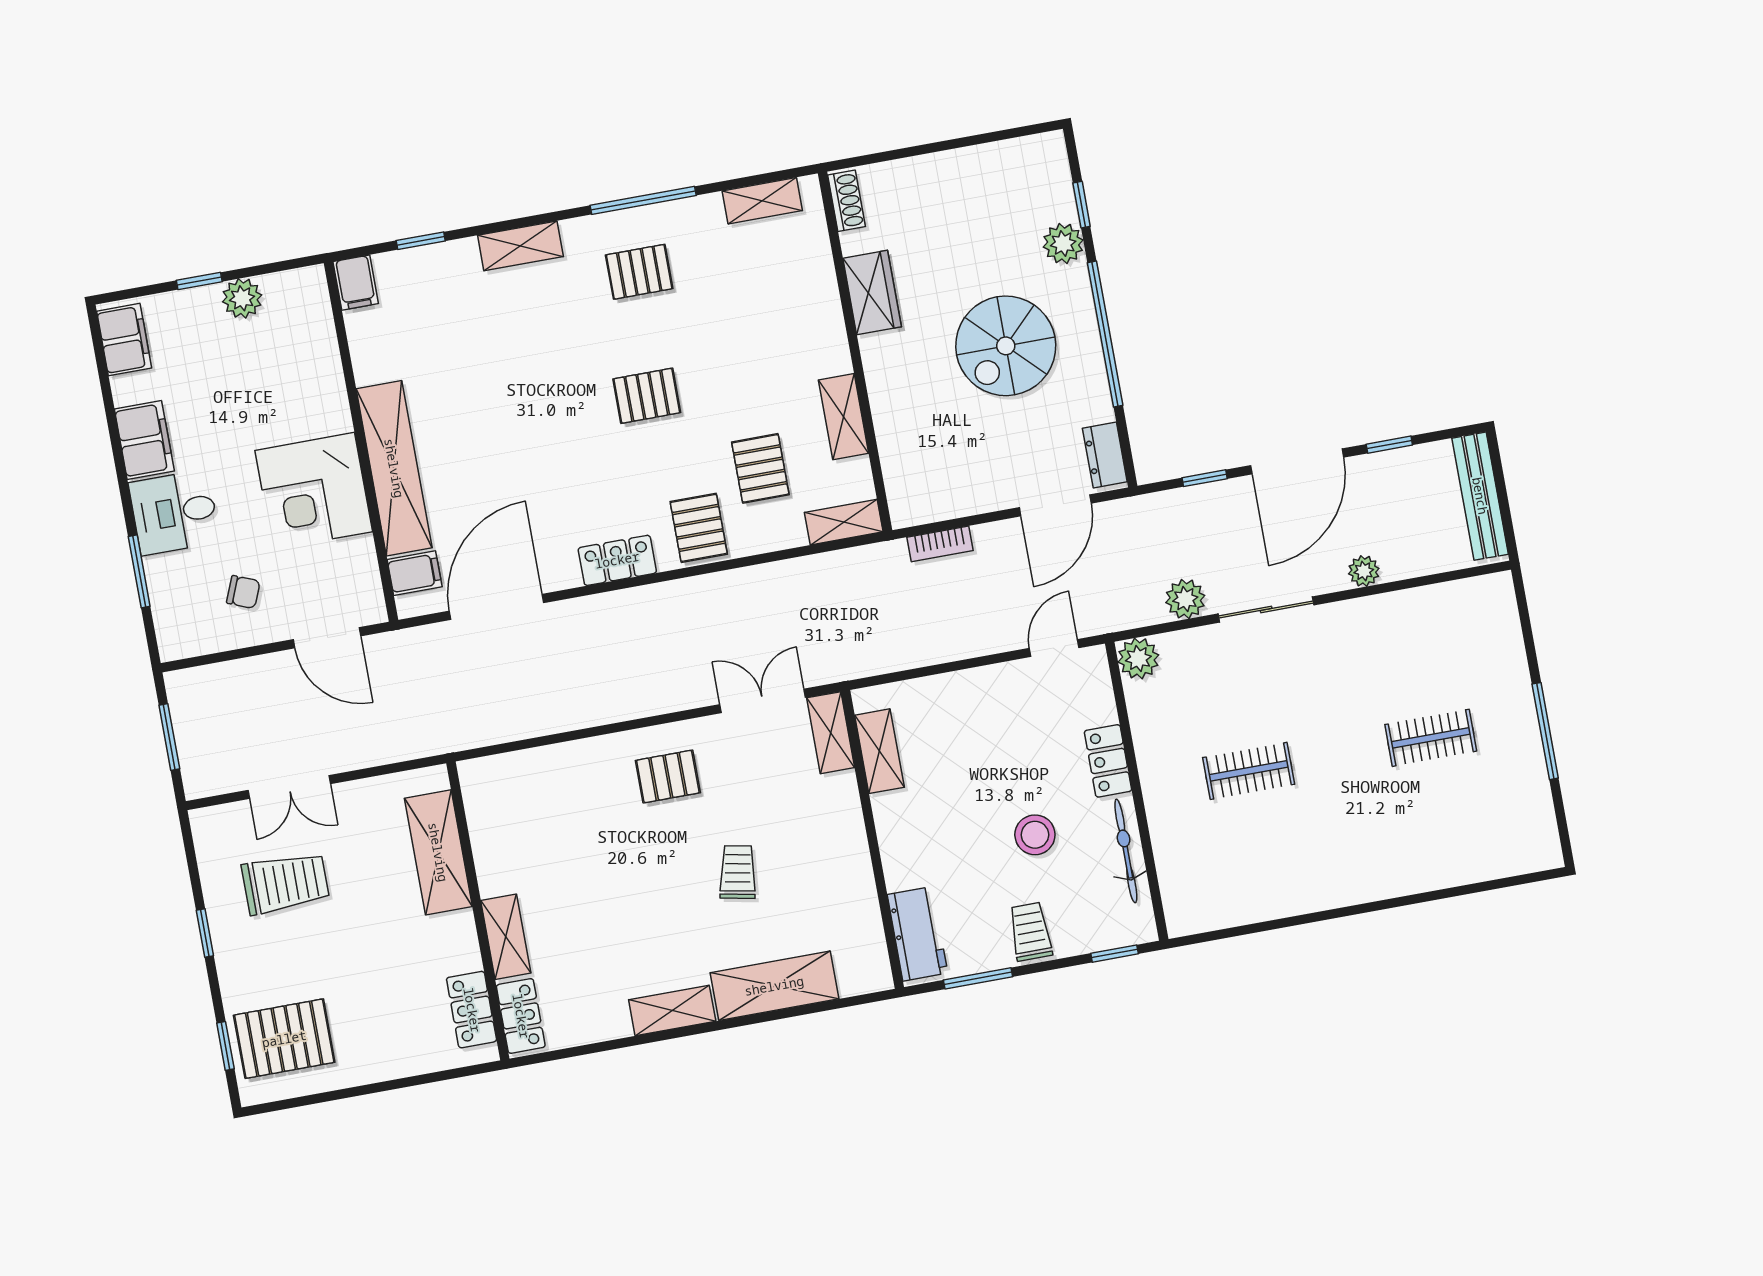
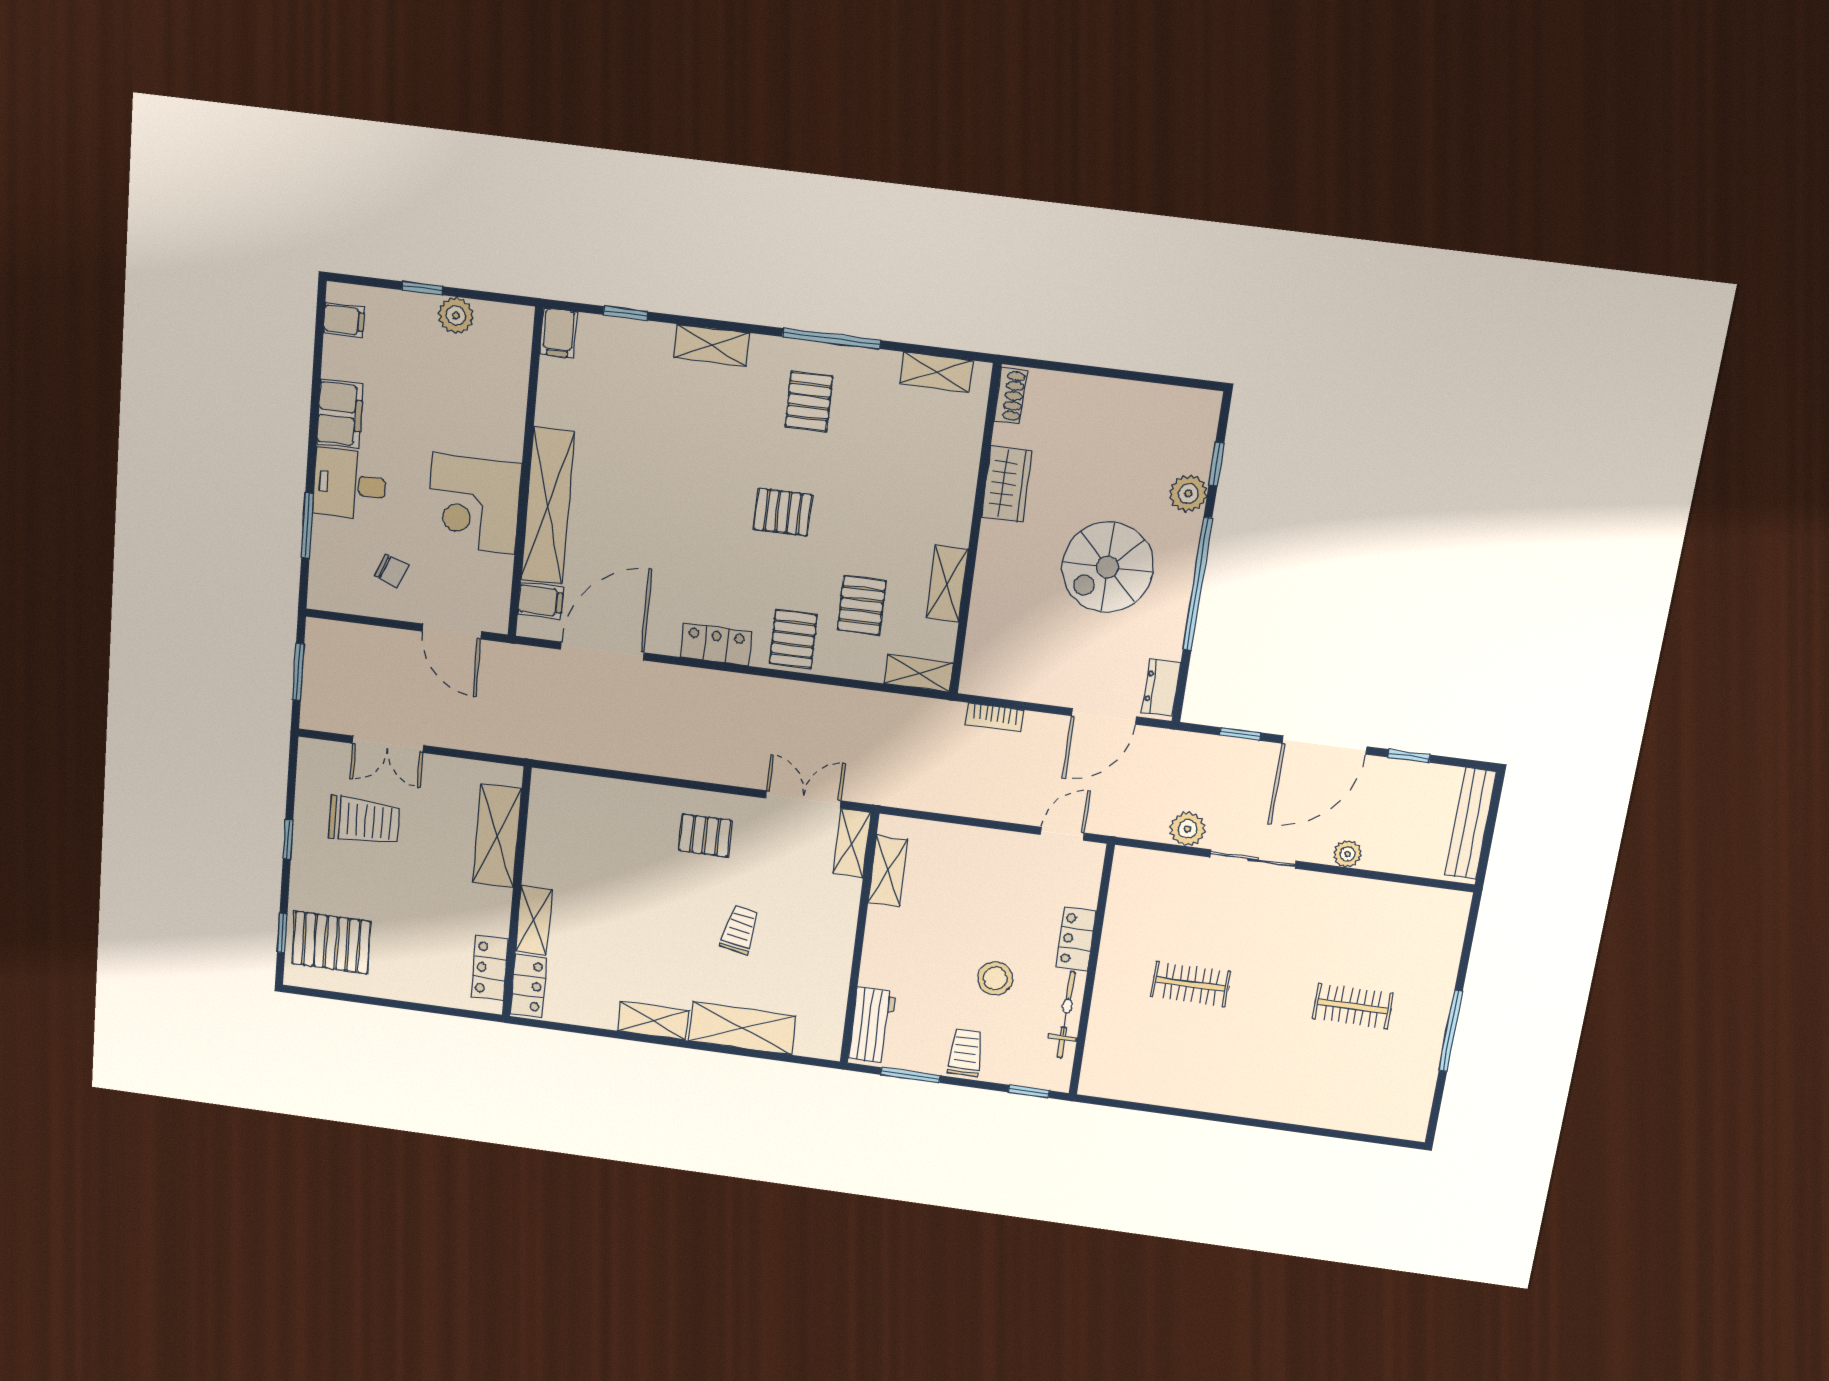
pallet: (639, 272) -> (809, 401), turned 90
filing cabinet: (124, 340) -> (344, 320), width x0.50
plant: (1138, 658) -> (1131, 865), removed

